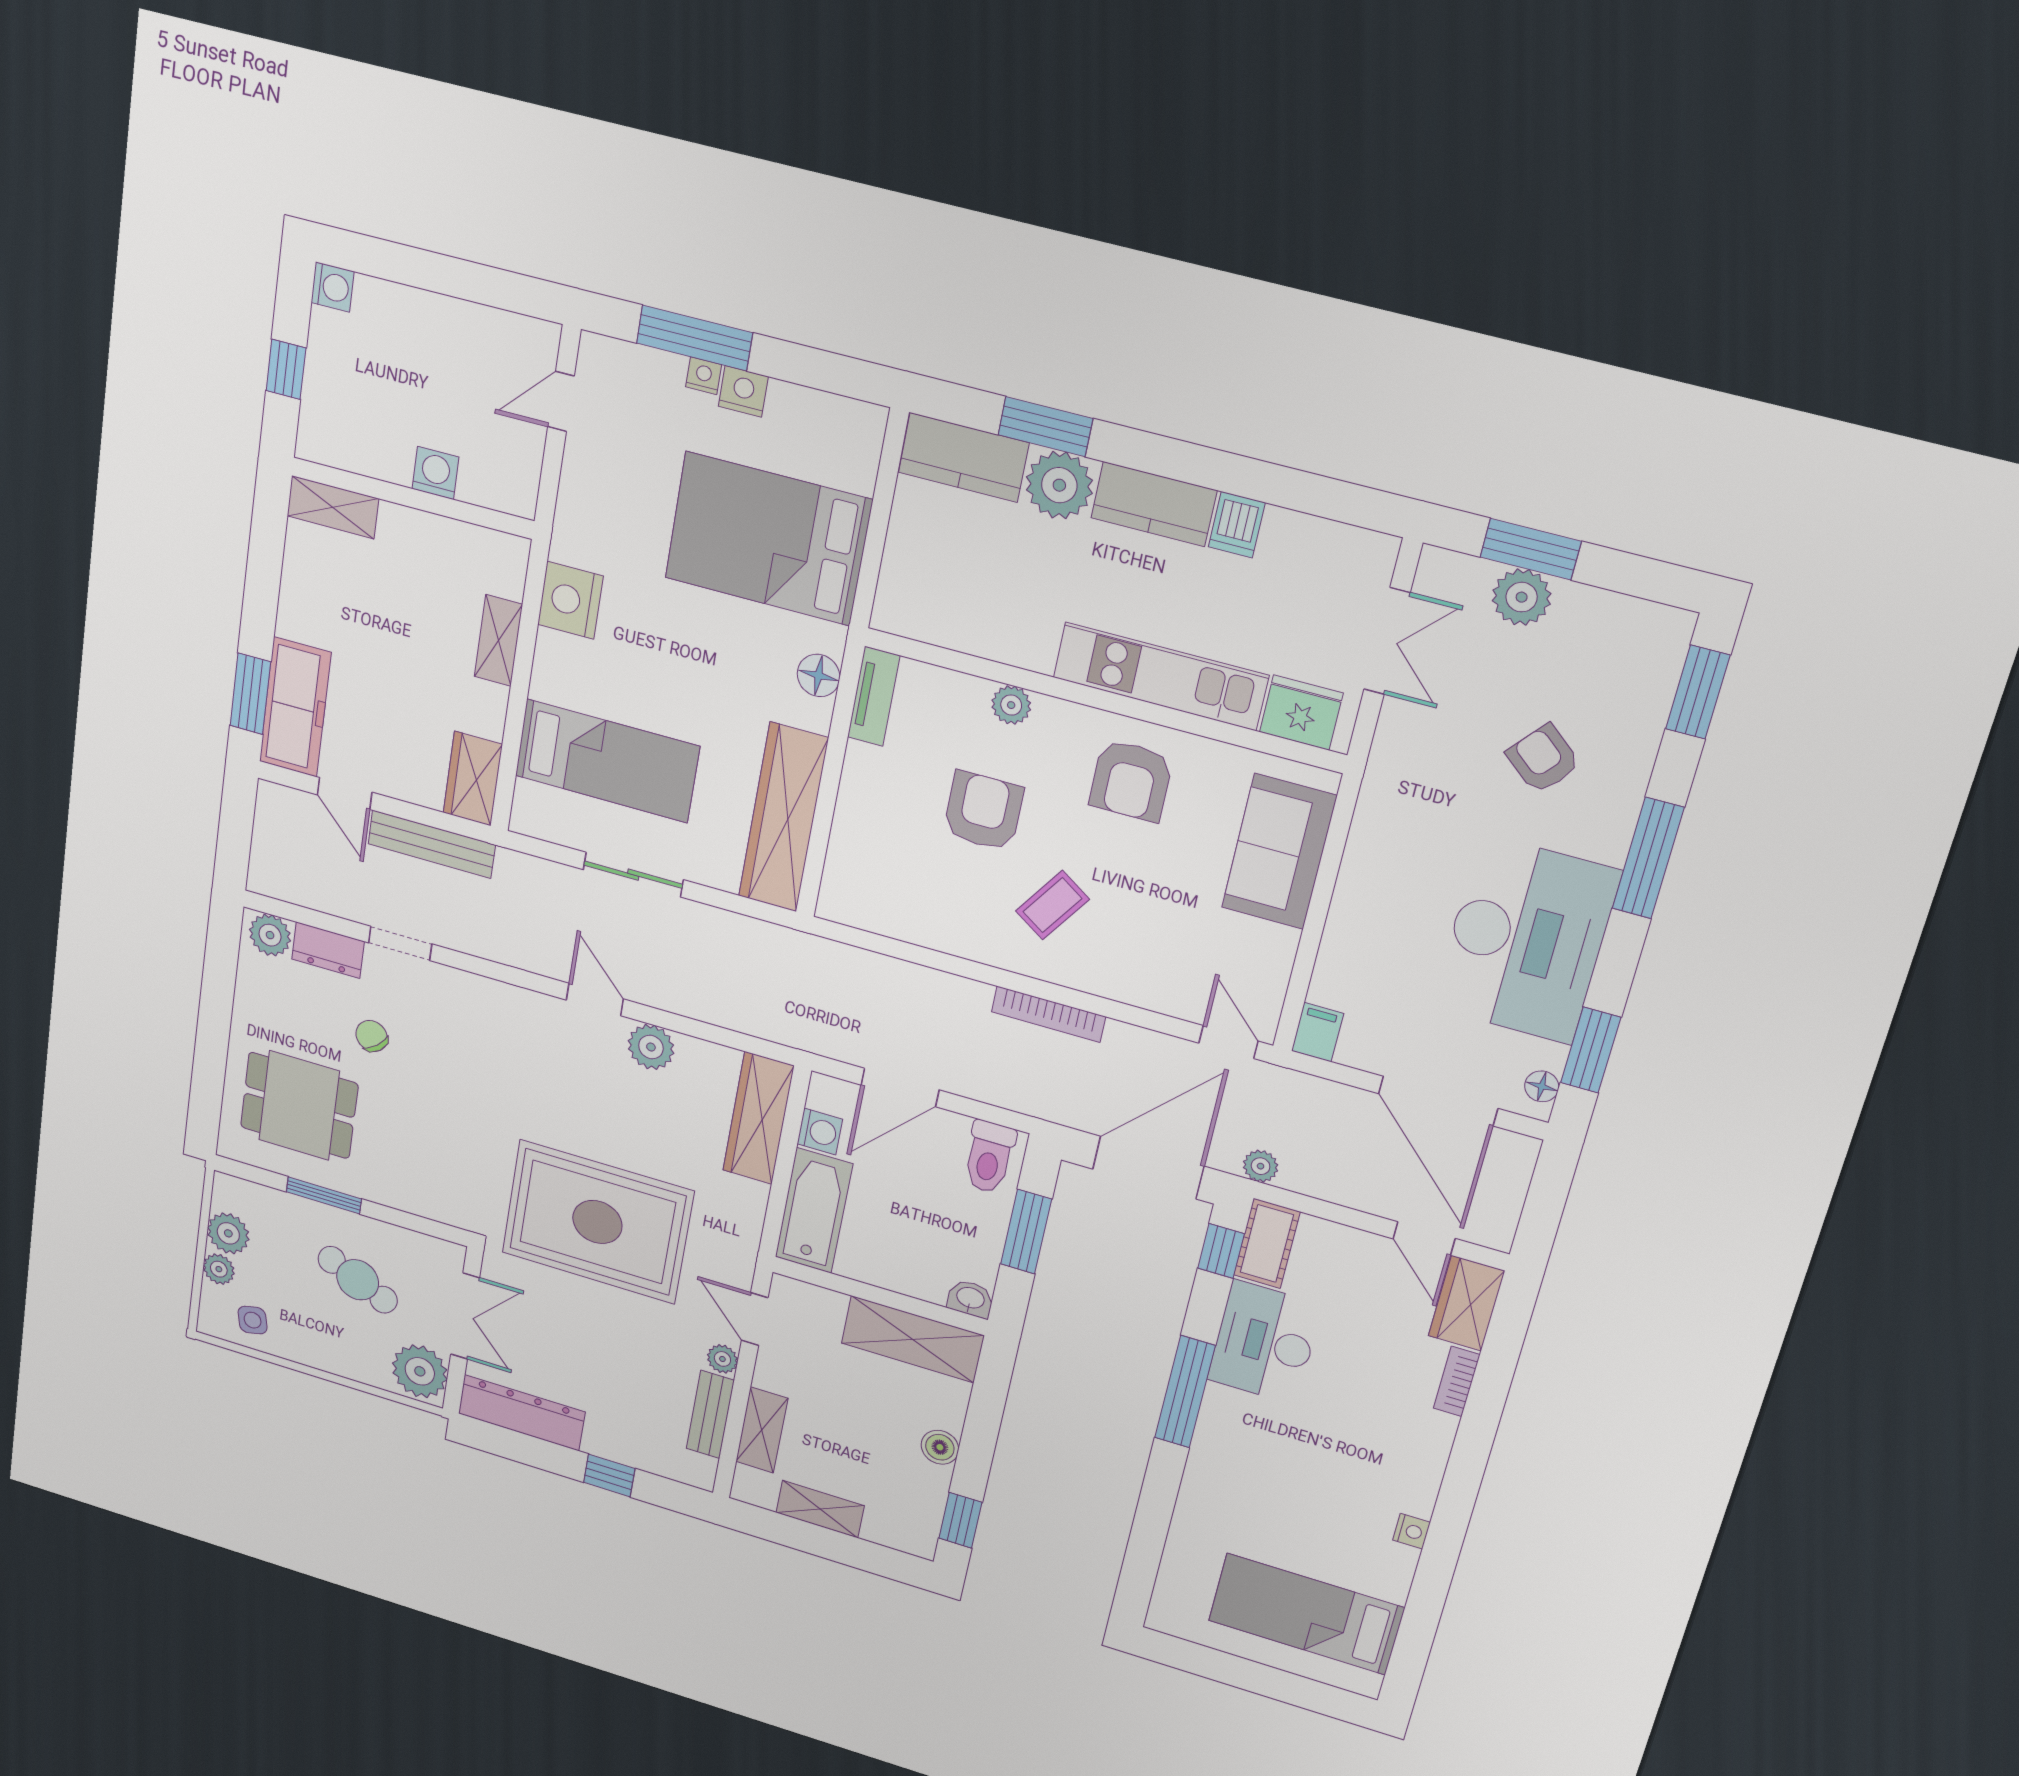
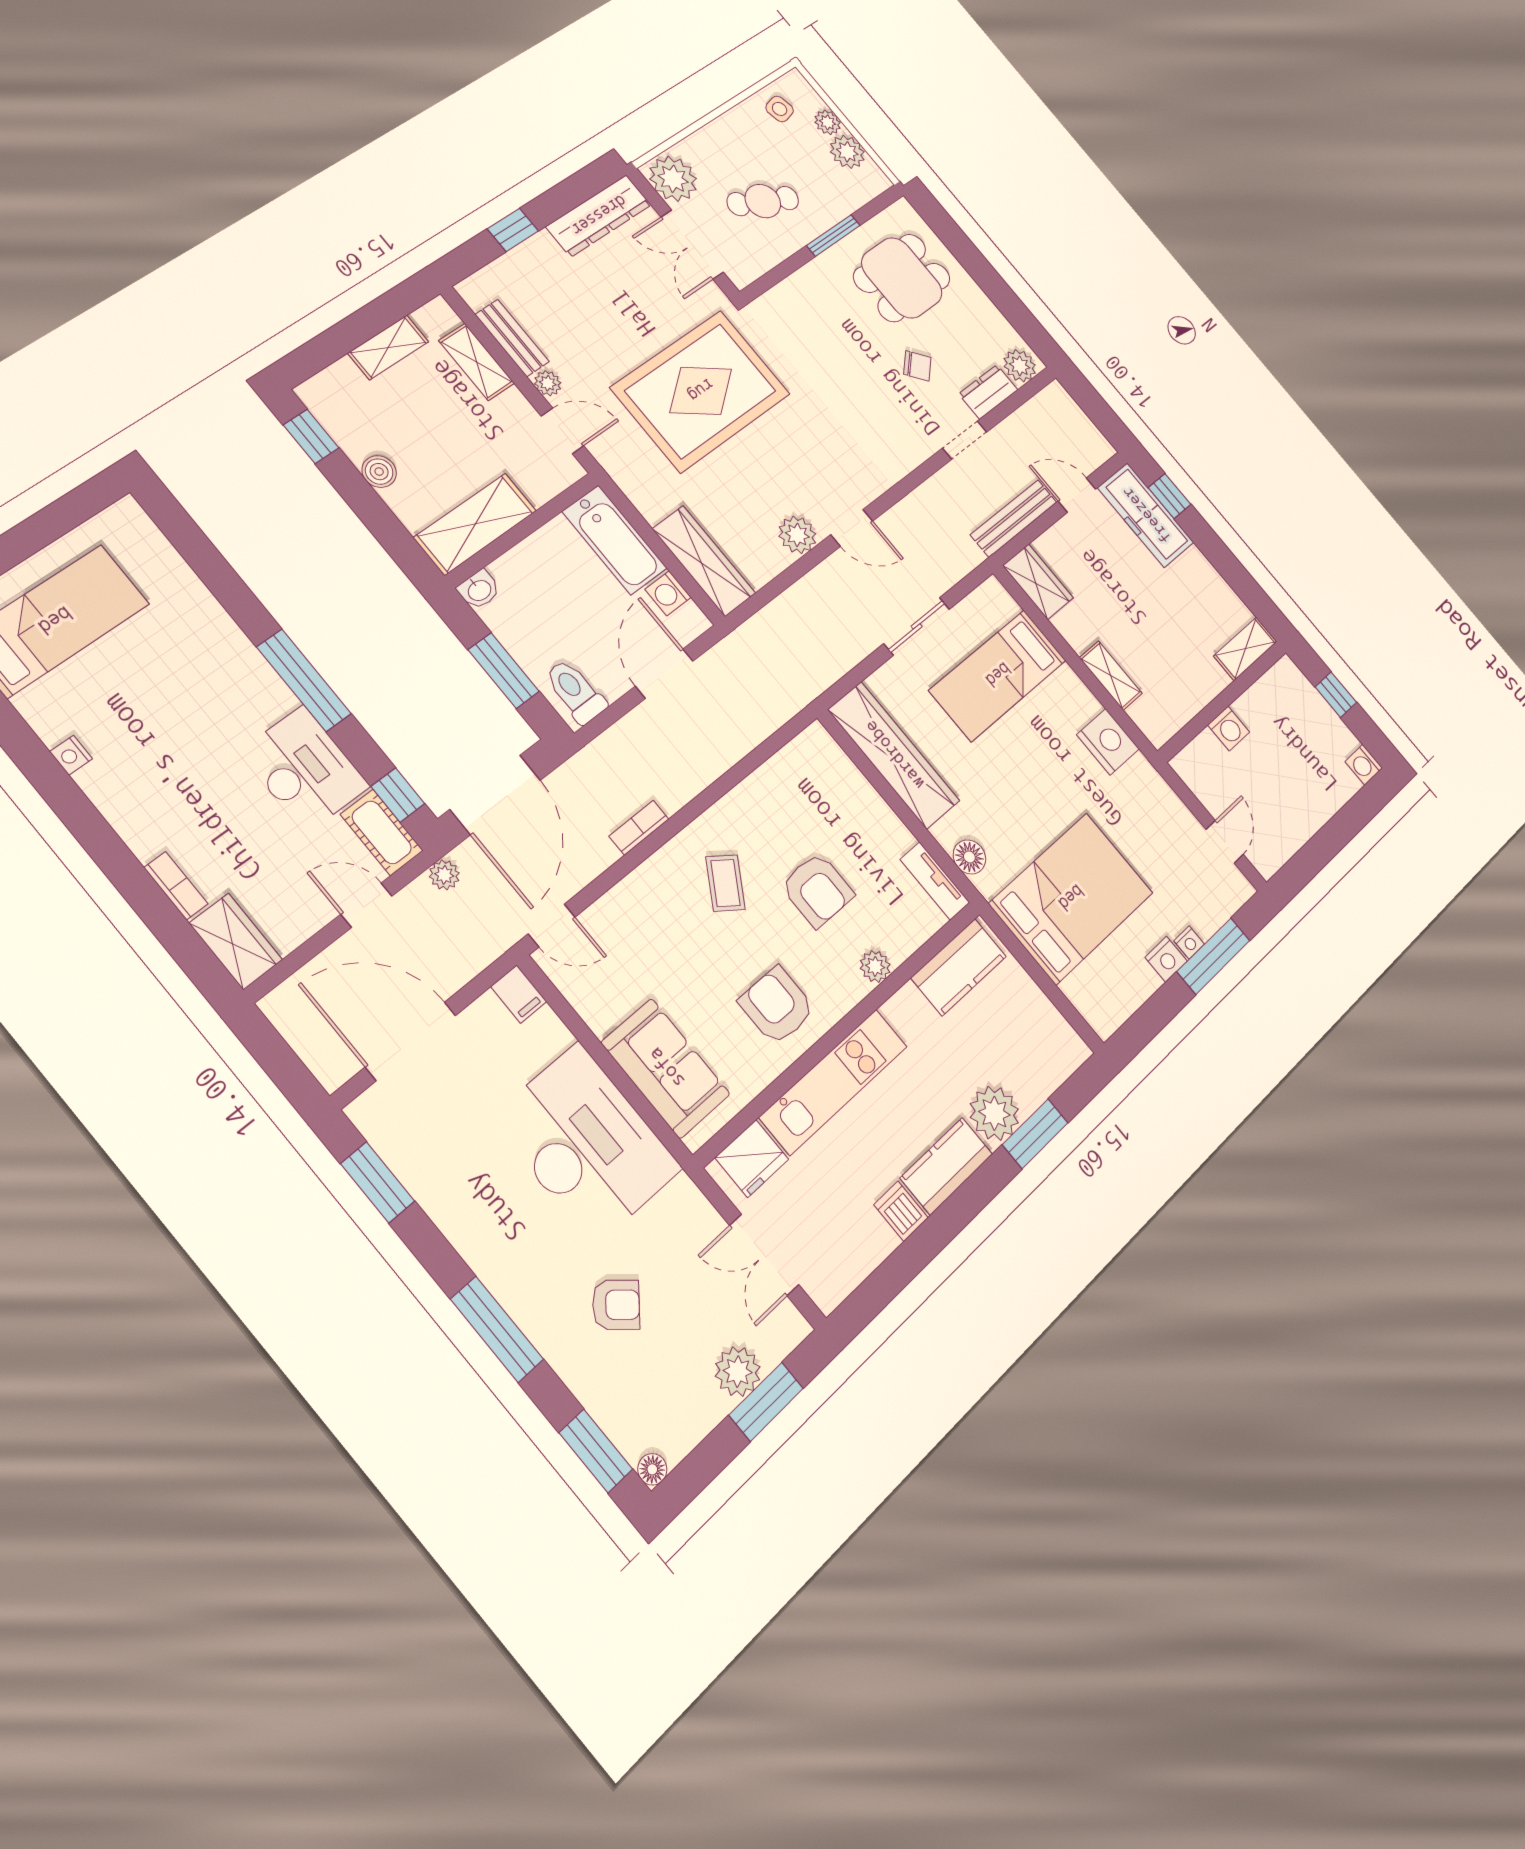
kitchen counter: (964, 458) -> (959, 967), moved, turned 180
window: (250, 694) -> (1170, 496), width x0.67
desk: (1526, 940) -> (586, 1143), moved, turned 180
bookcase: (1048, 1014) -> (639, 828), width x0.64
floor lamp: (1542, 1086) -> (652, 1469), moved
door: (1424, 1239) -> (366, 905), moved

